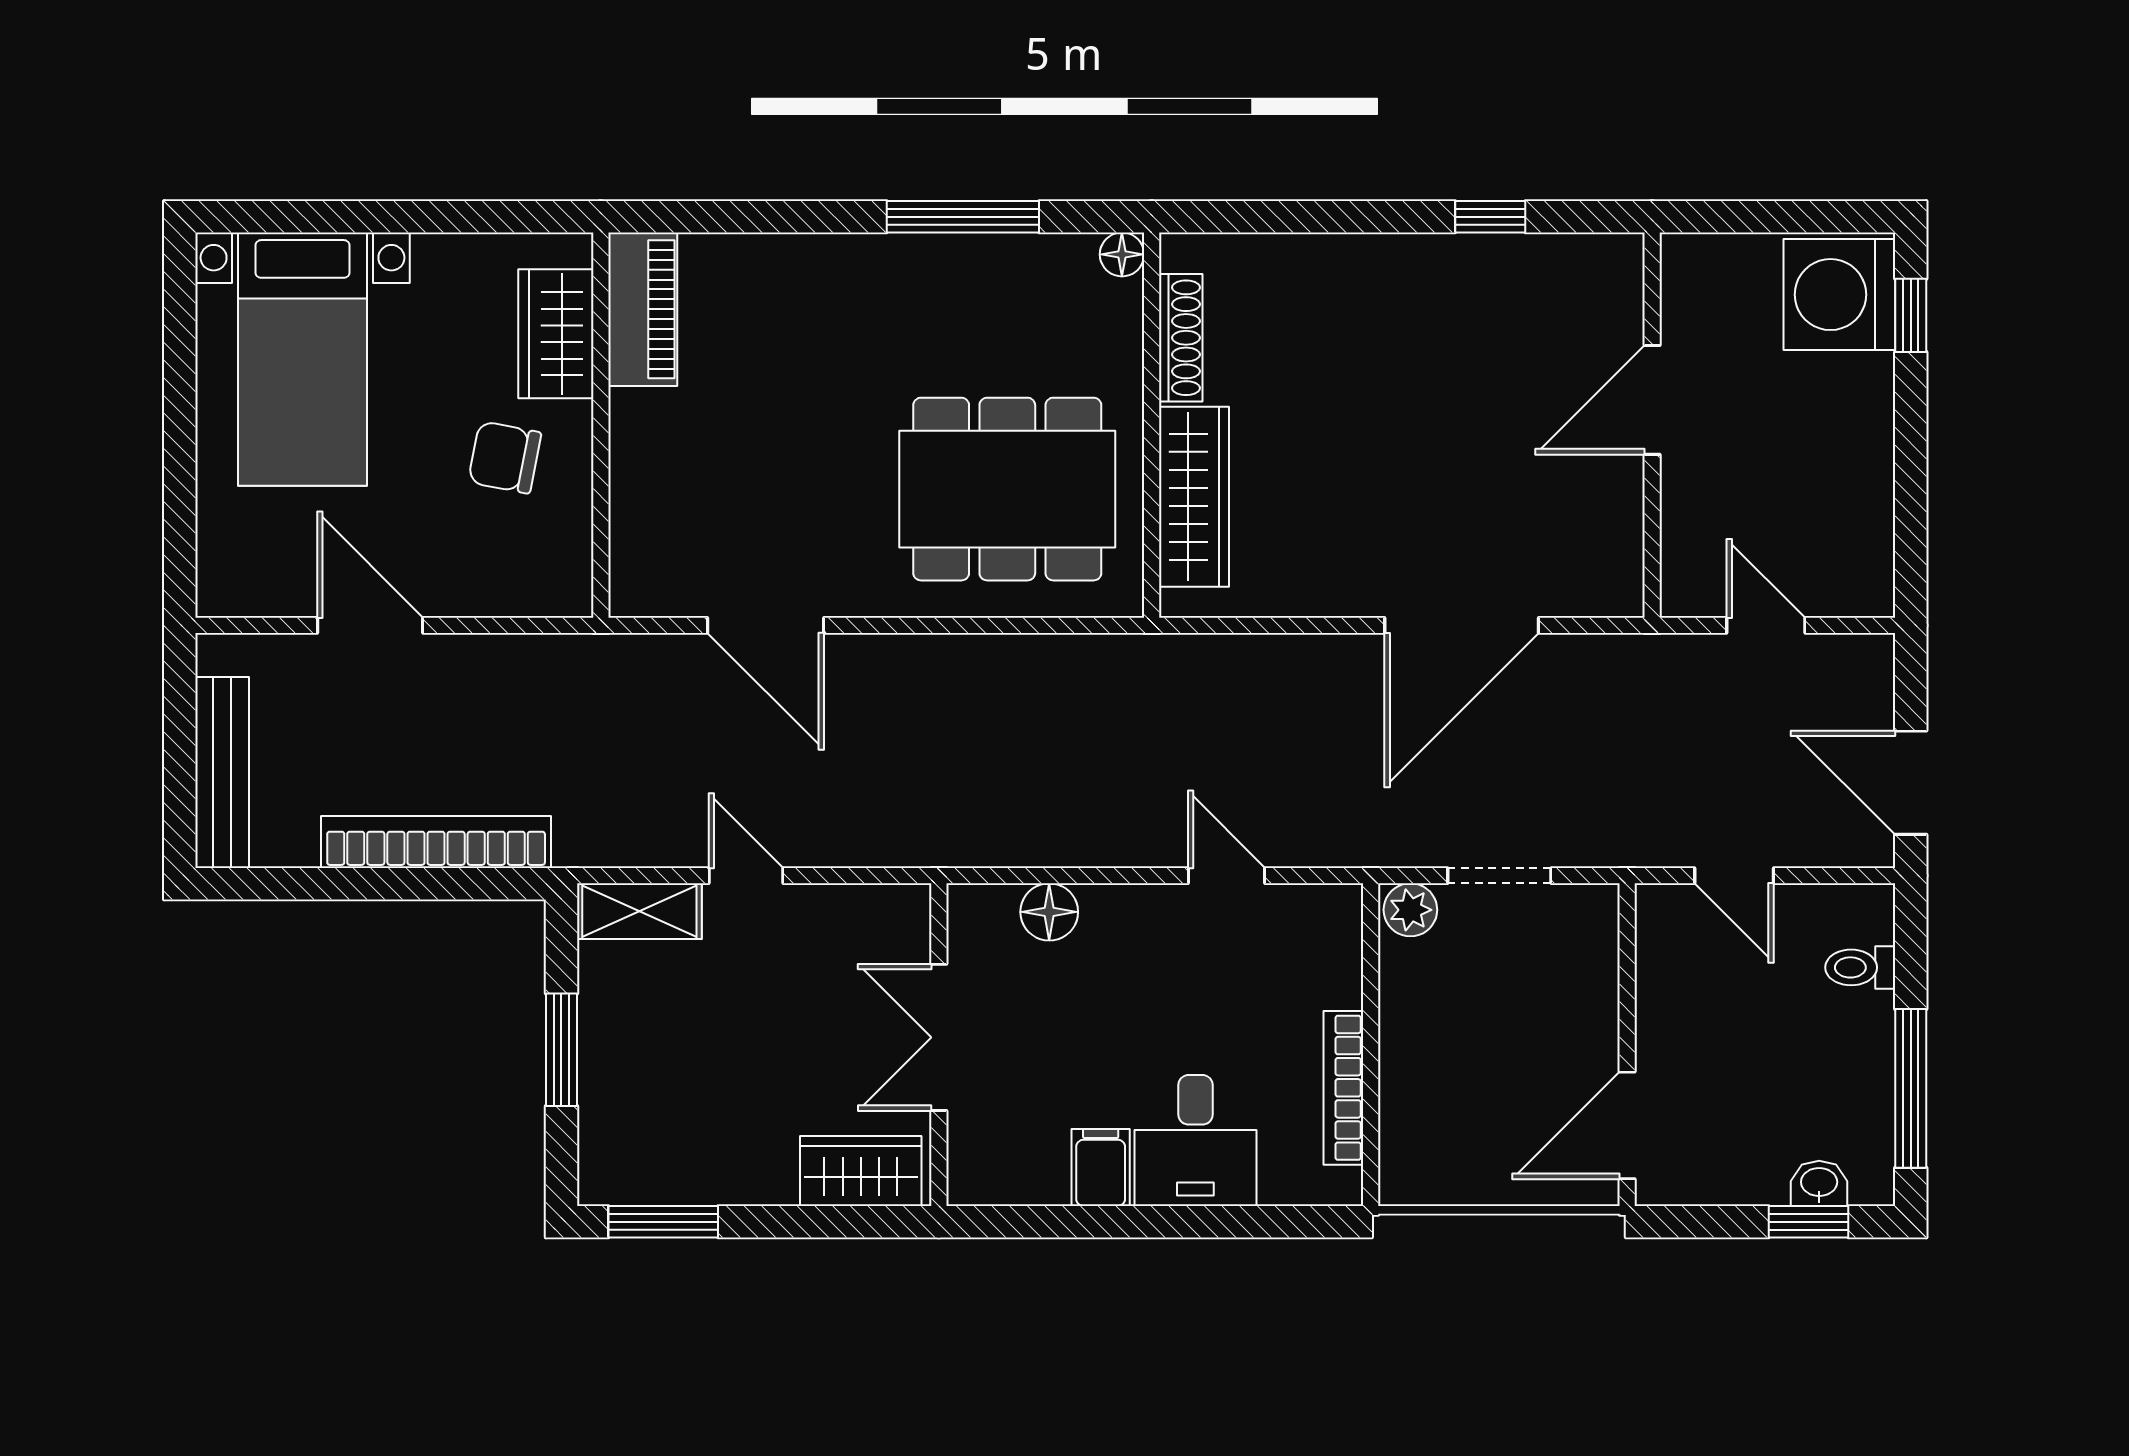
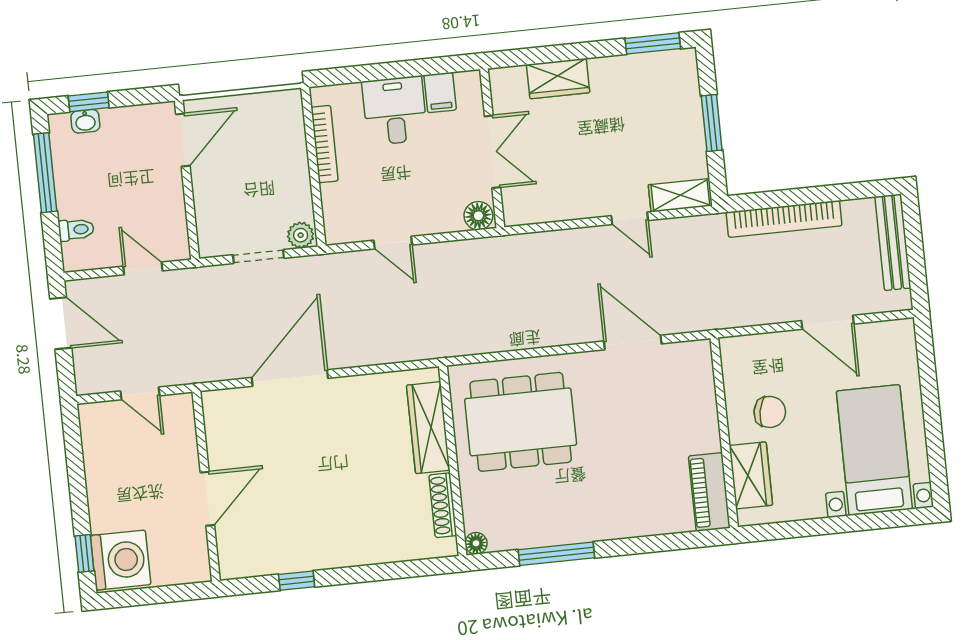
double door: (939, 1037) -> (493, 152), moved
wall: (939, 1045) -> (492, 148), moved

